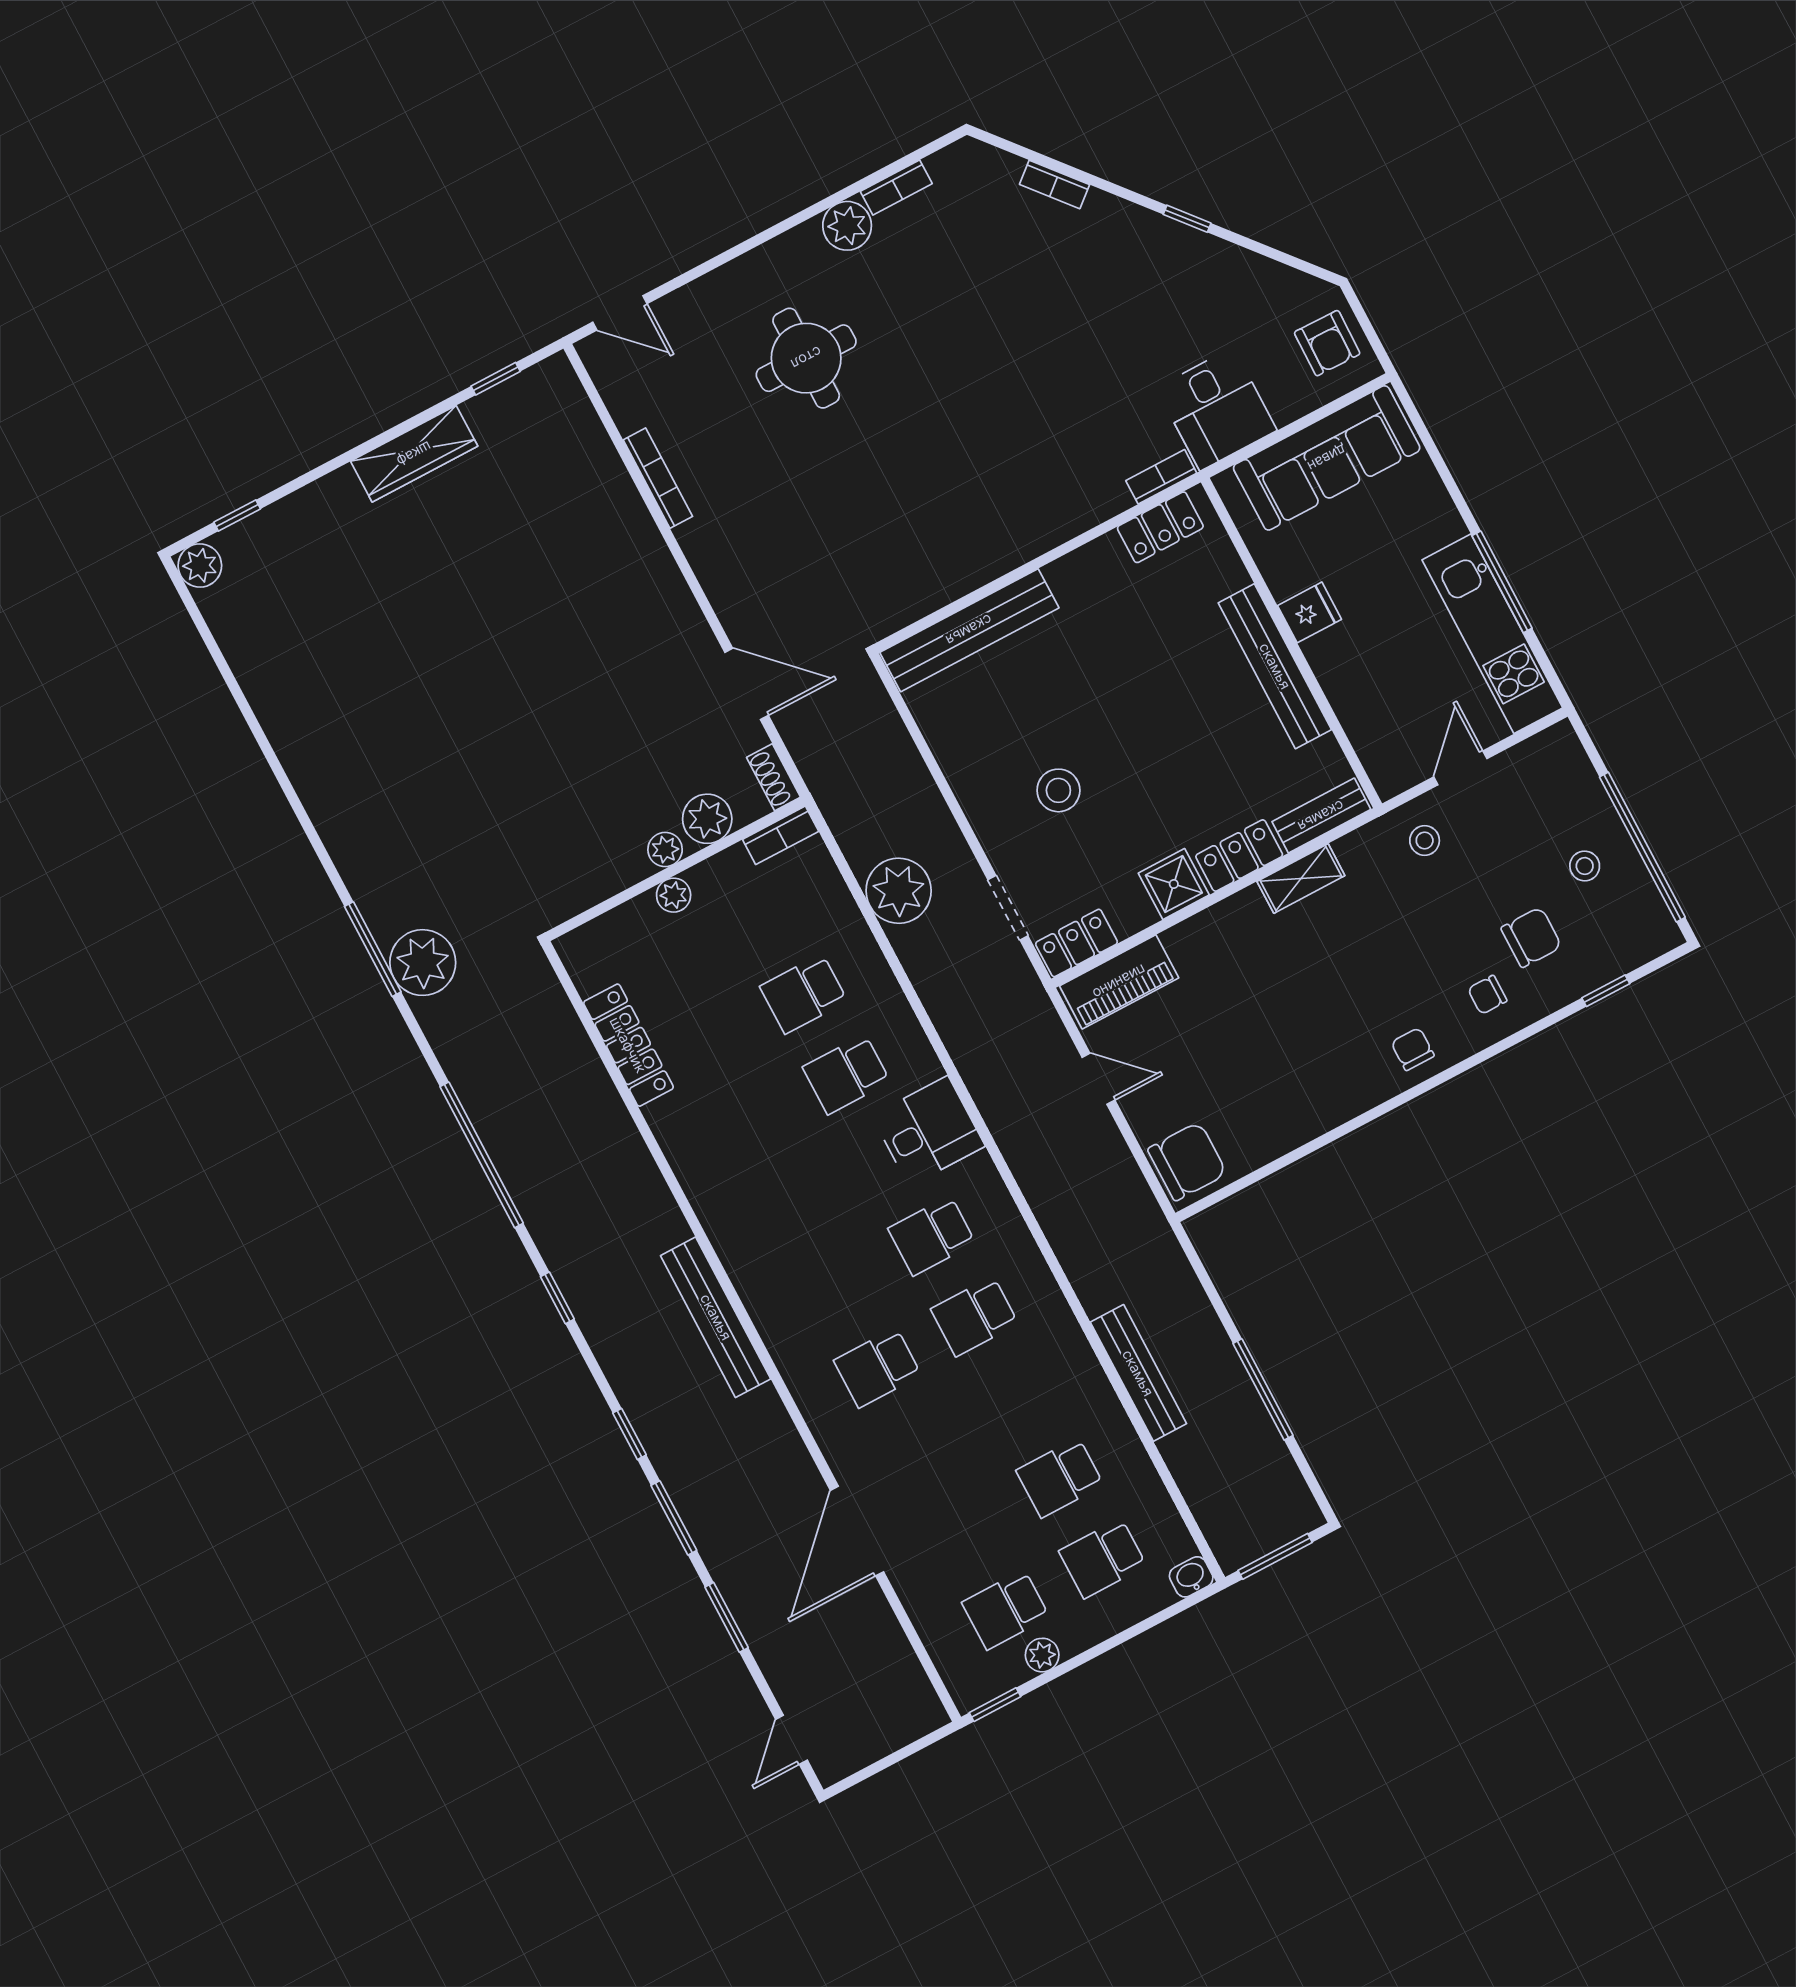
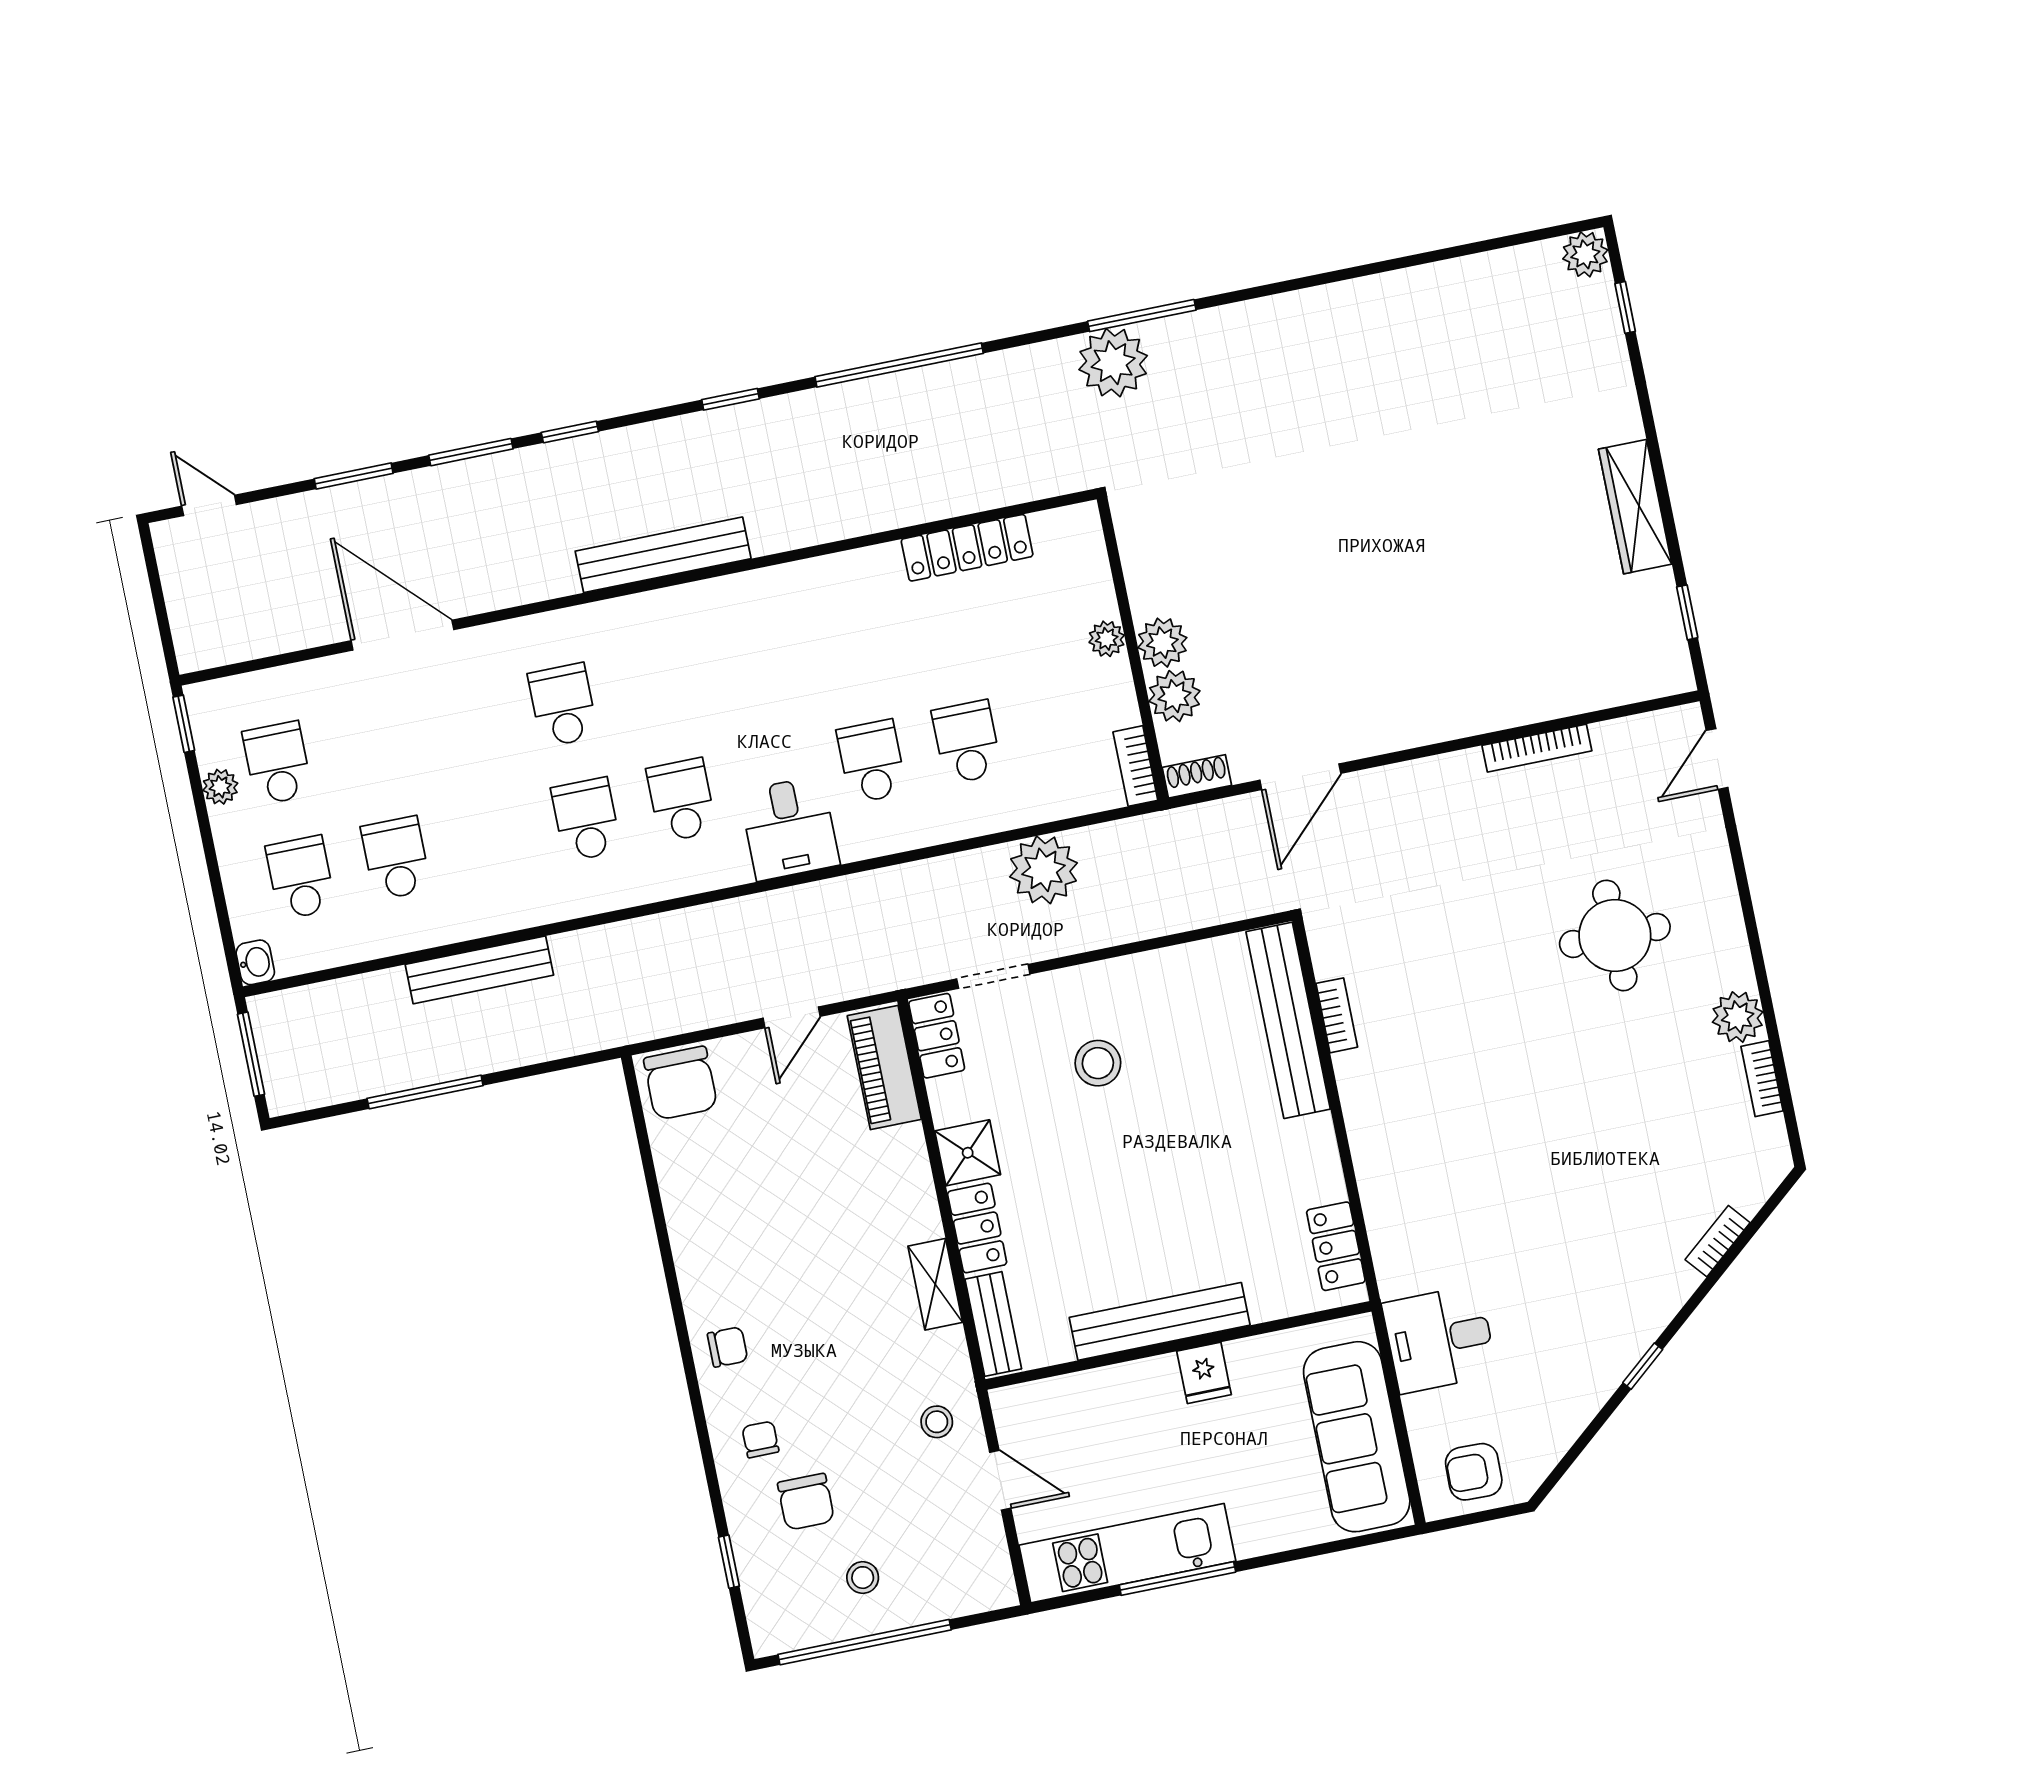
bookcase: (1161, 477) -> (1337, 1015), moved
plant: (665, 849) -> (1162, 643), width x1.38, depth x1.38

